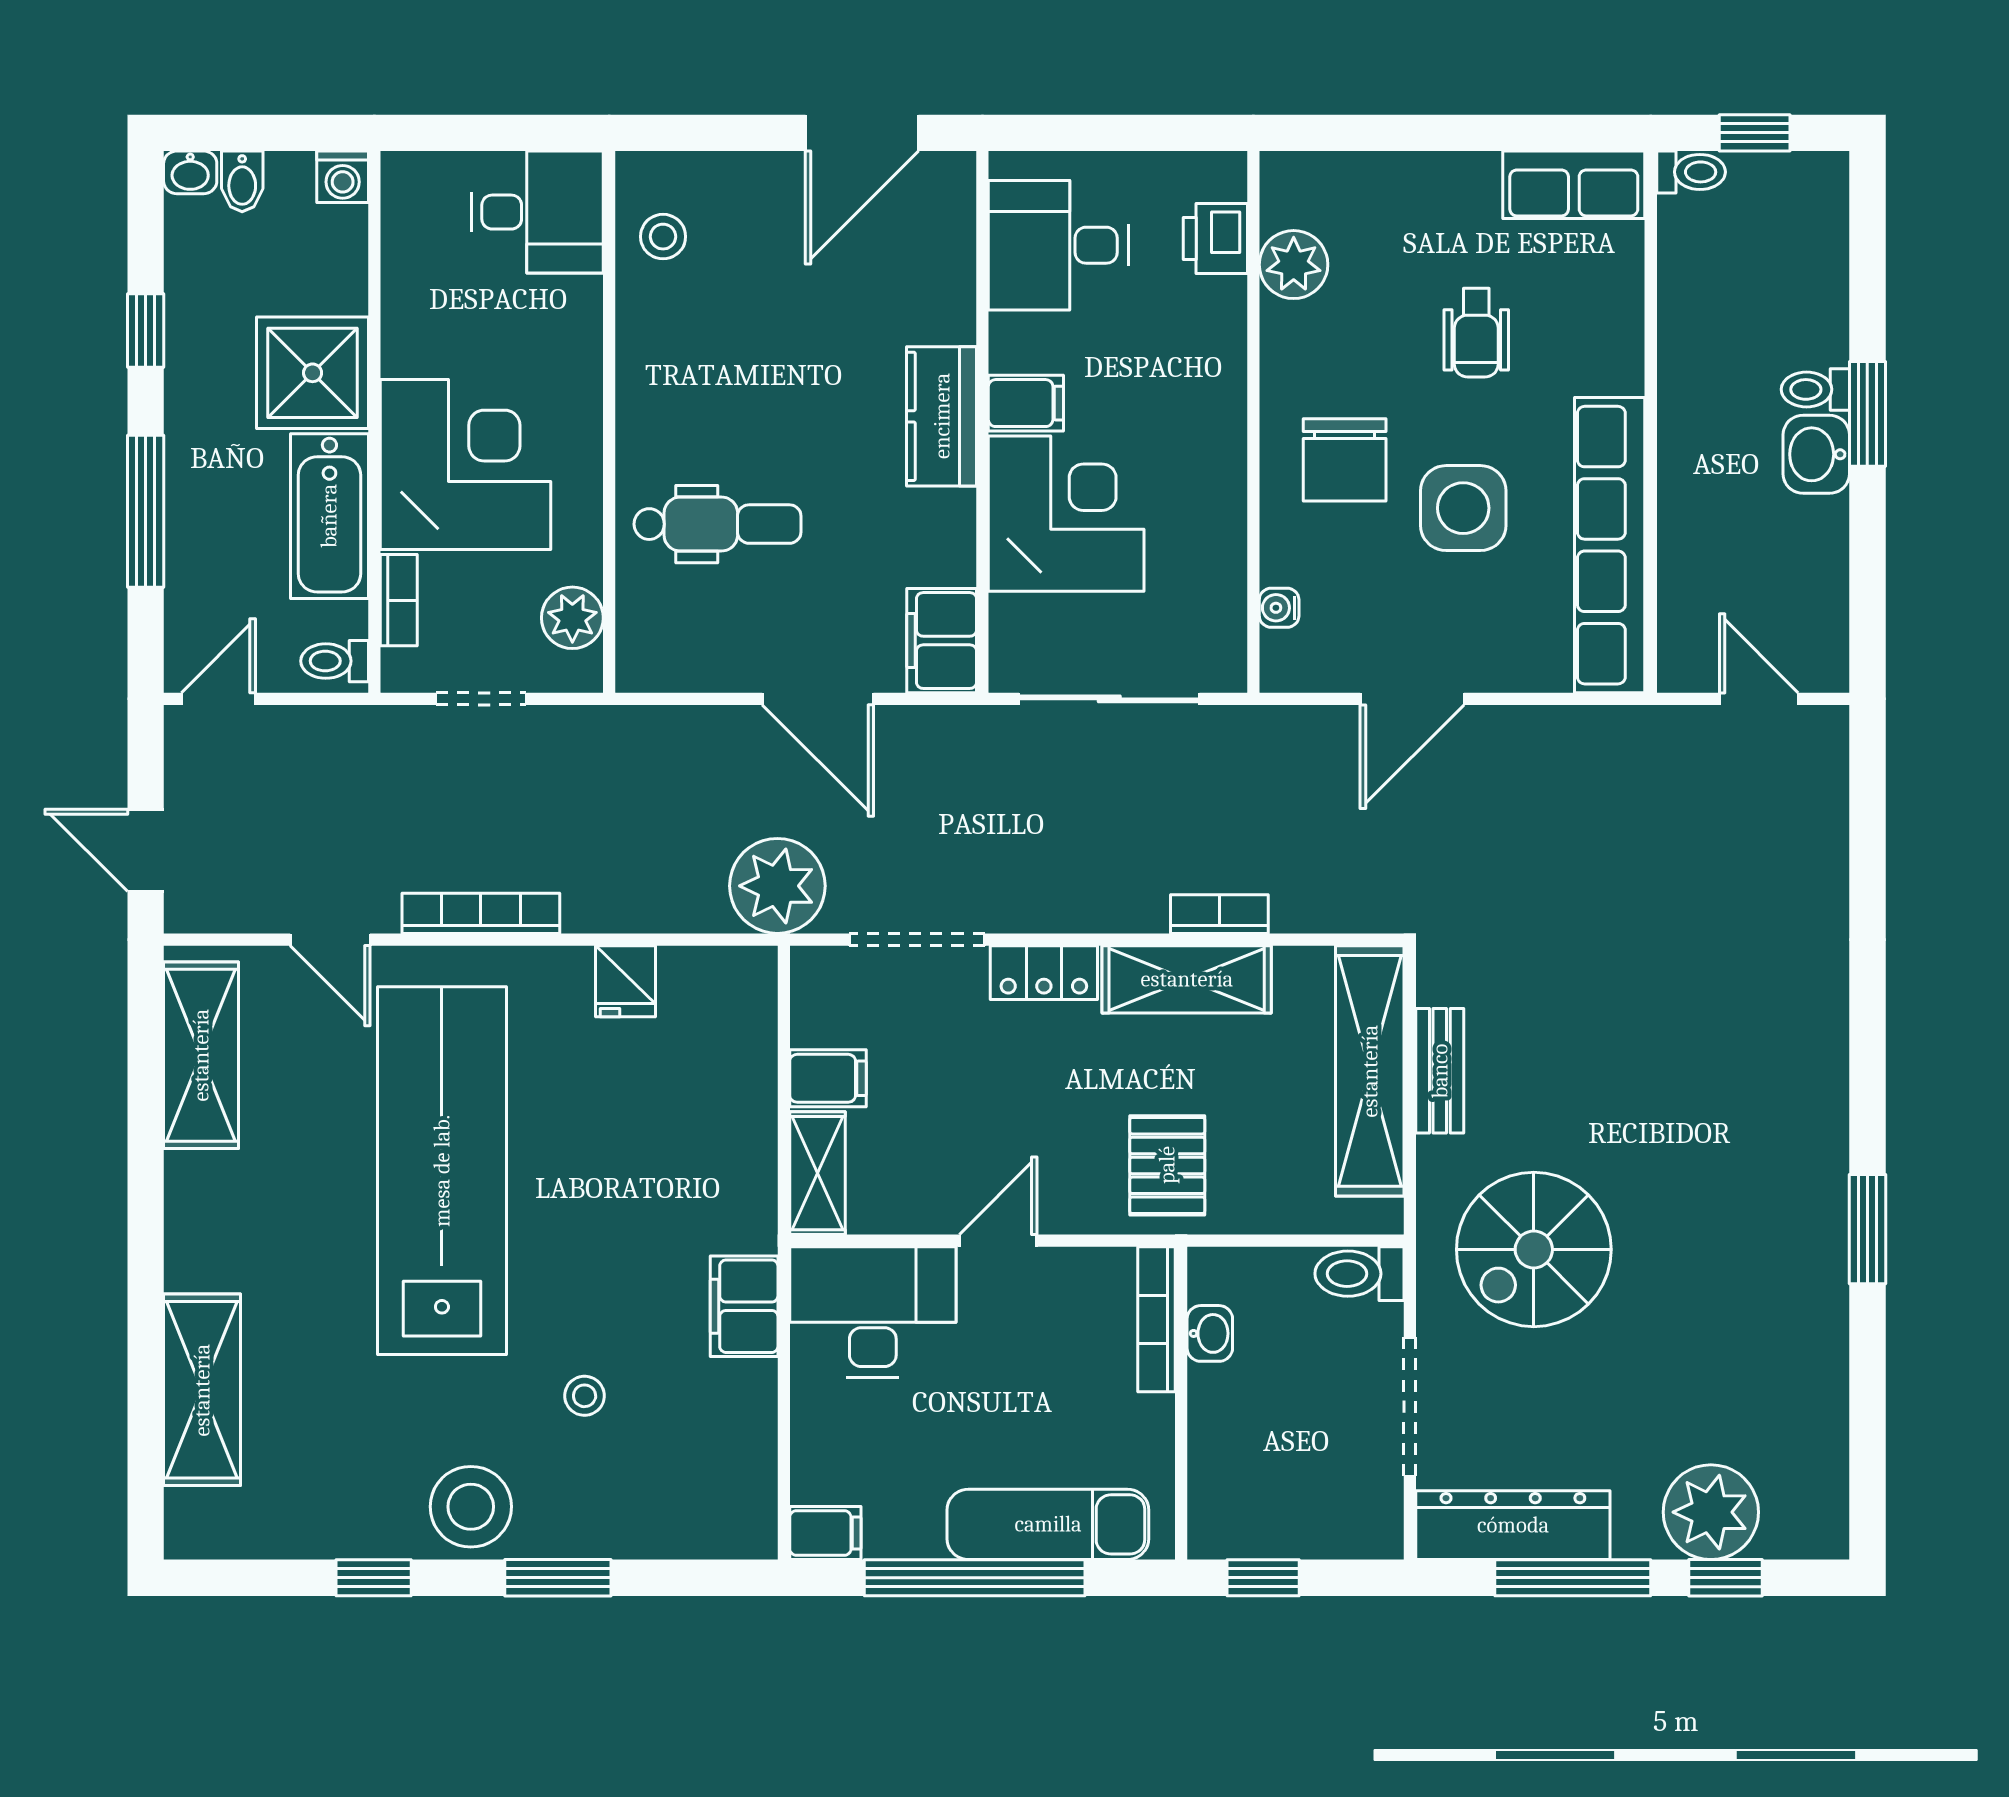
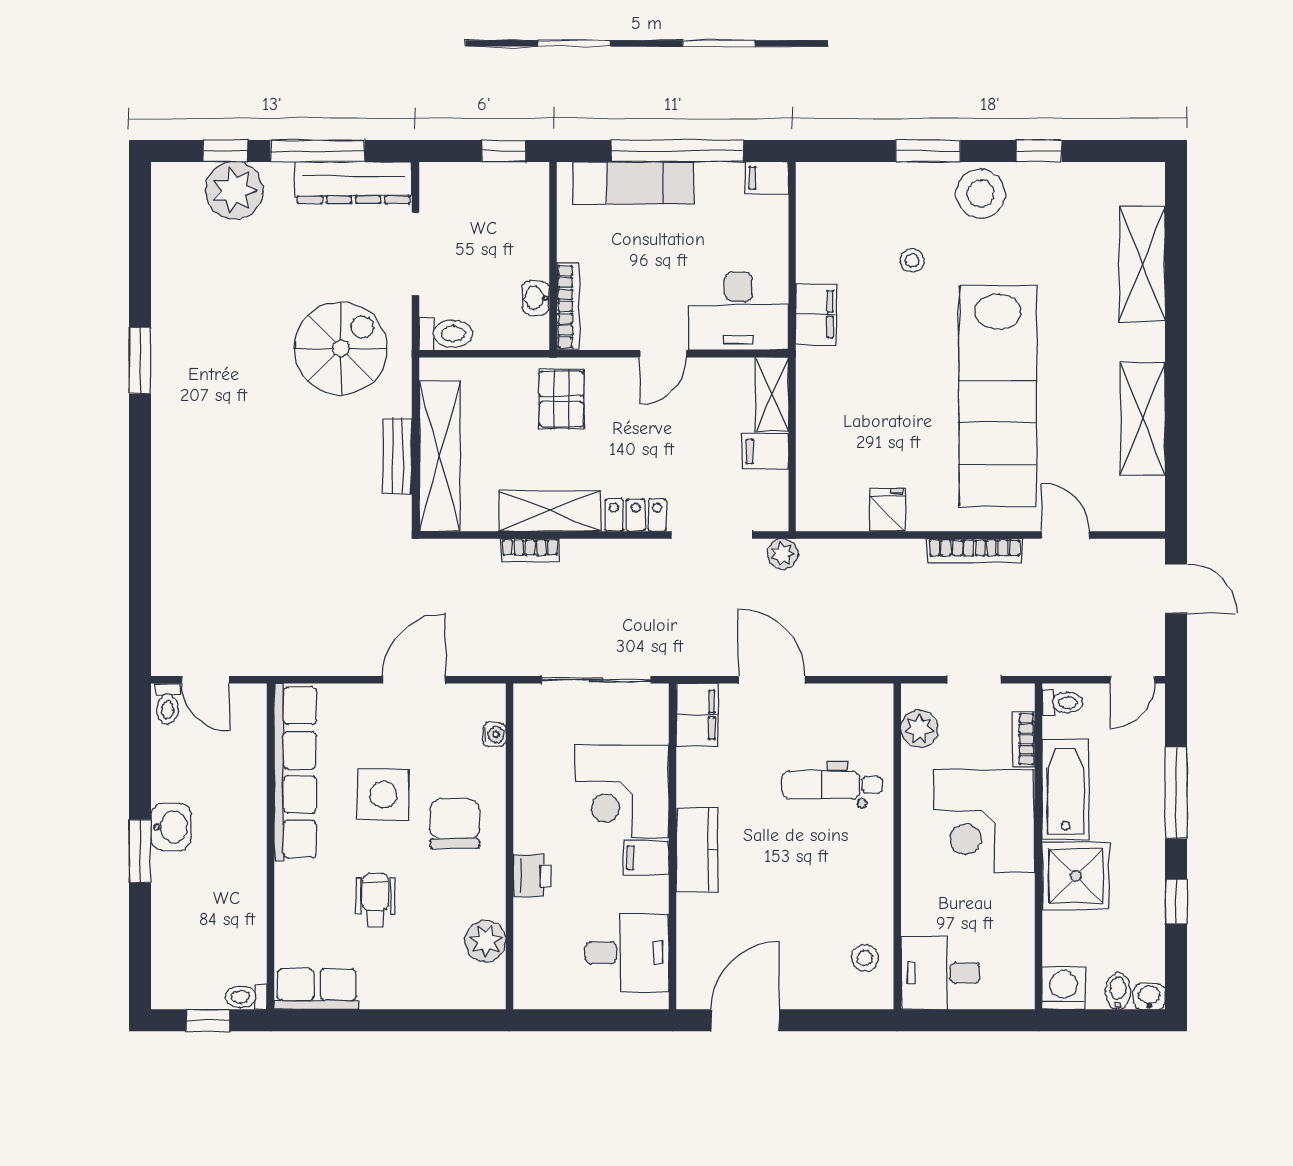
washing machine: (343, 177) -> (1063, 988), width x1.38, depth x1.38
printer: (1215, 239) -> (532, 876), moved
toilet: (1815, 389) -> (168, 704), moved, turned 90
plant: (777, 886) -> (783, 554), width x0.53, depth x0.53
shelving: (201, 1055) -> (1143, 418), moved

